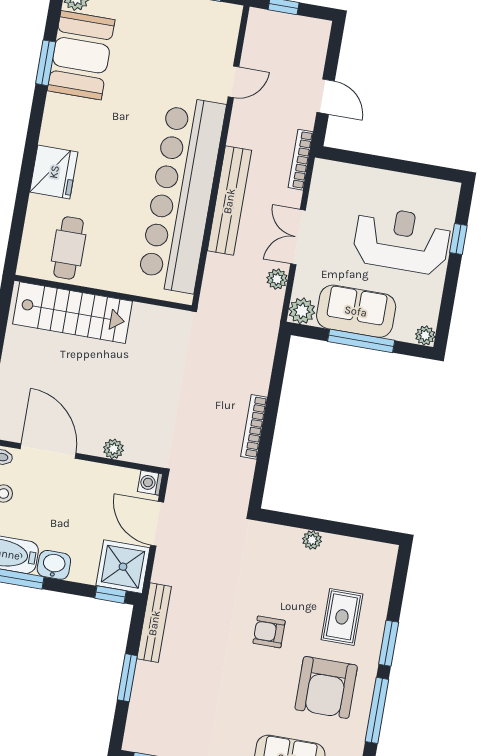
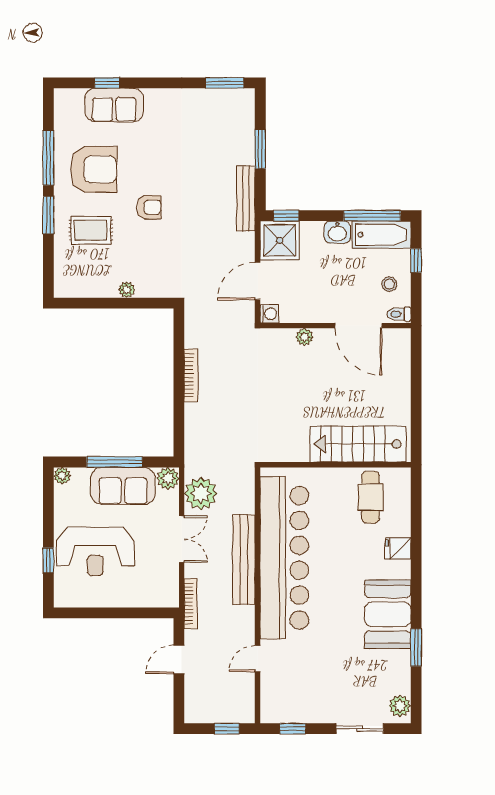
booth: (81, 55) -> (388, 614), moved
door: (326, 97) -> (179, 660), hinge flipped
fridge: (54, 172) -> (398, 549), width x0.53, depth x0.75
plant: (277, 279) -> (201, 493), width x1.87, depth x1.87
door: (157, 524) -> (258, 281), swing flipped
rug: (342, 617) -> (91, 230), turned 90
armchair: (326, 687) -> (94, 169), turned 90

